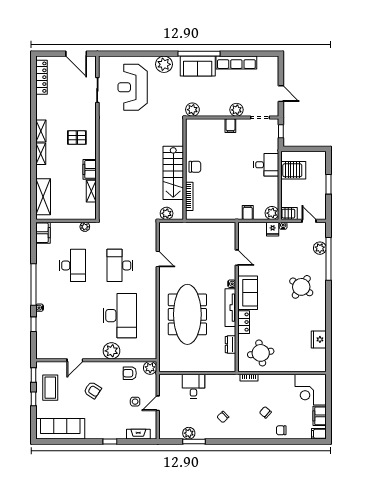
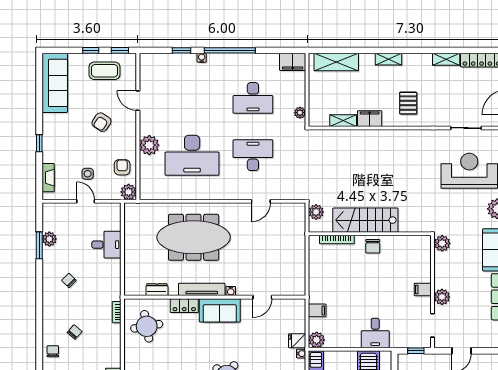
shelving: (41, 131) -> (446, 59), moved

